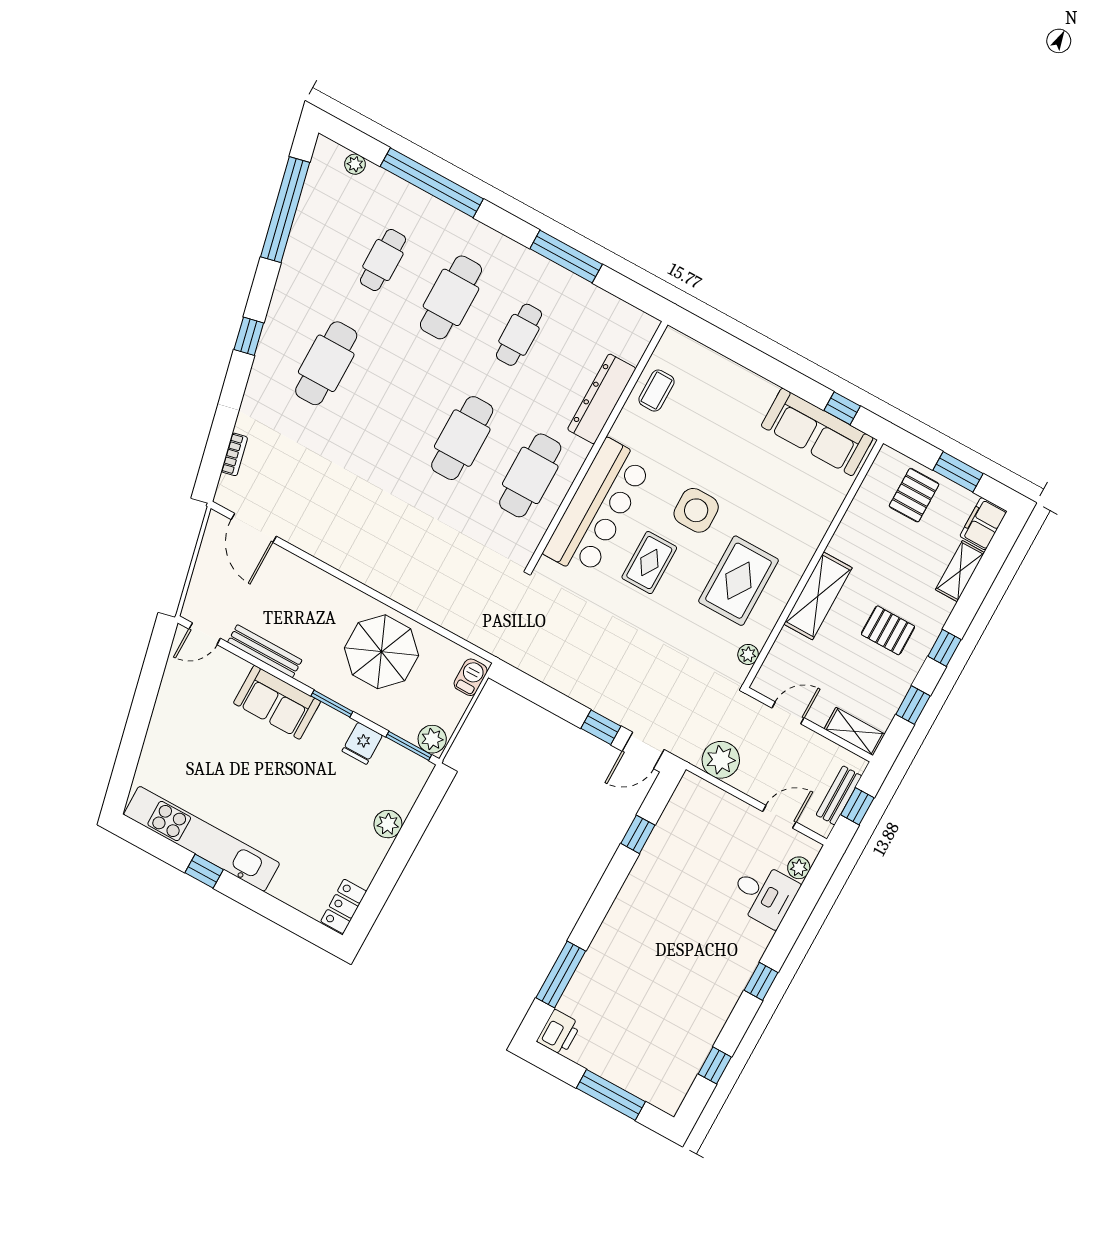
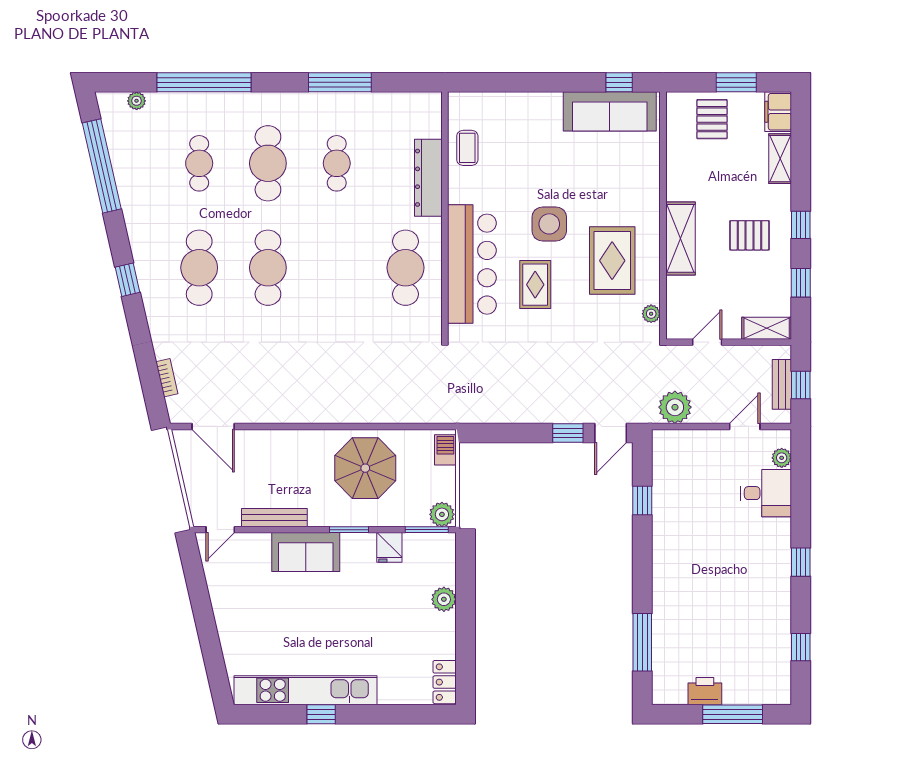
cafe table: (462, 438) -> (268, 268), moved
printer: (559, 1033) -> (705, 691), moved, turned -90

